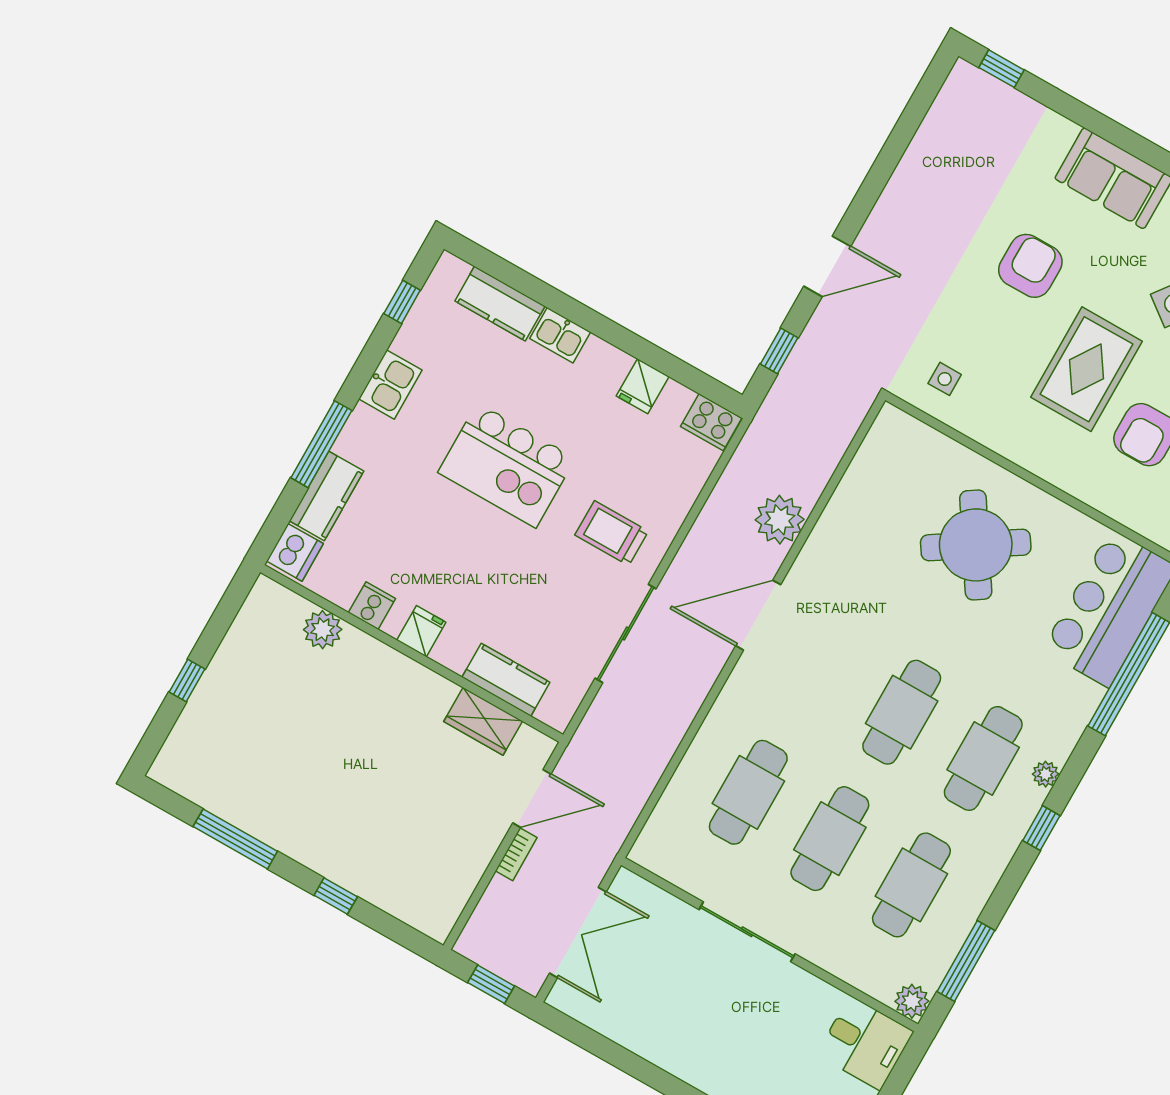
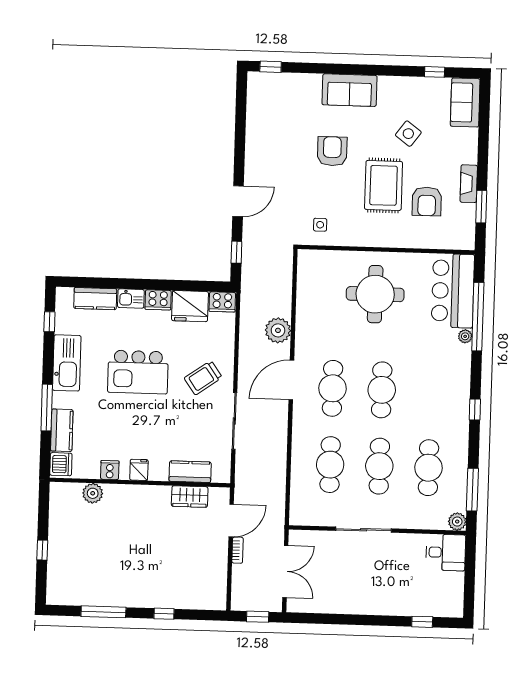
cooker: (605, 362) -> (158, 300), added
kitchen sink: (390, 384) -> (67, 363), width x1.88, depth x1.24
fridge: (643, 386) -> (190, 306), width x1.88, depth x1.34
trolley: (612, 533) -> (203, 378), turned -35
round table: (976, 545) -> (375, 294), turned 33
cafe table: (983, 758) -> (333, 388), moved
plant: (1046, 774) -> (465, 336), moved

